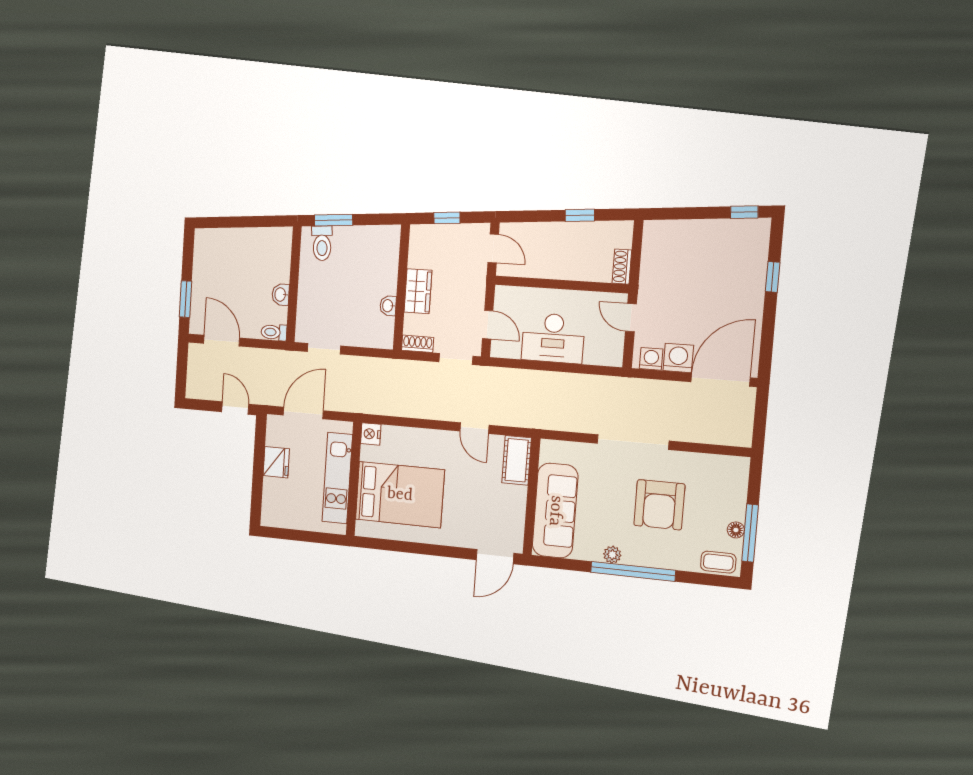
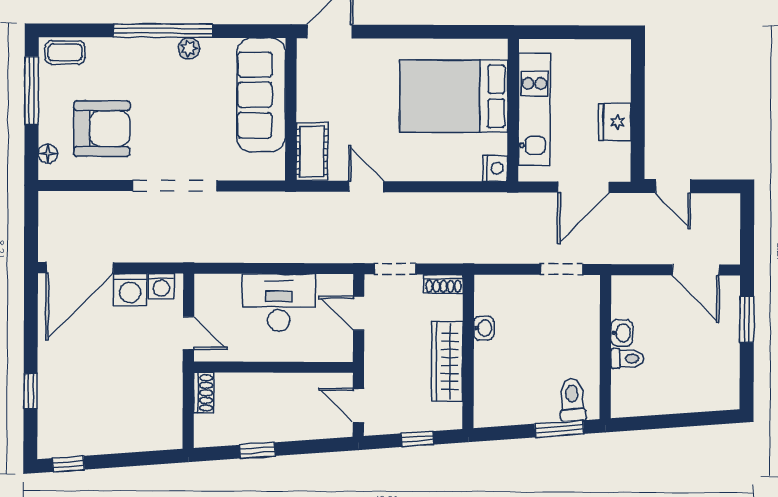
wardrobe: (418, 291) -> (447, 361), width x1.50
toilet: (274, 332) -> (627, 359), moved
armchair: (659, 505) -> (102, 129), moved, turned 90
floor lamp: (736, 530) -> (48, 154), moved

